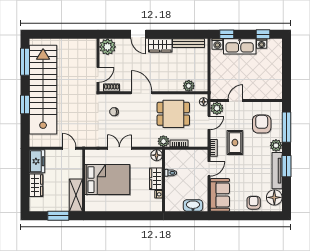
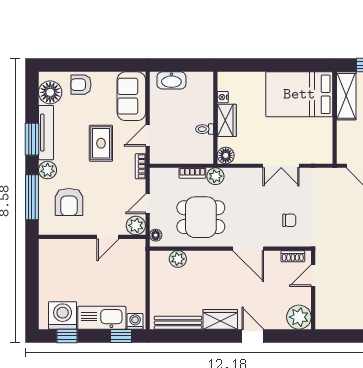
washing machine: (262, 44) -> (63, 315), width x1.89, depth x1.89
rug: (235, 143) -> (101, 143), moved
bed: (107, 180) -> (299, 94), moved
armchair: (254, 203) -> (81, 85), turned 90

